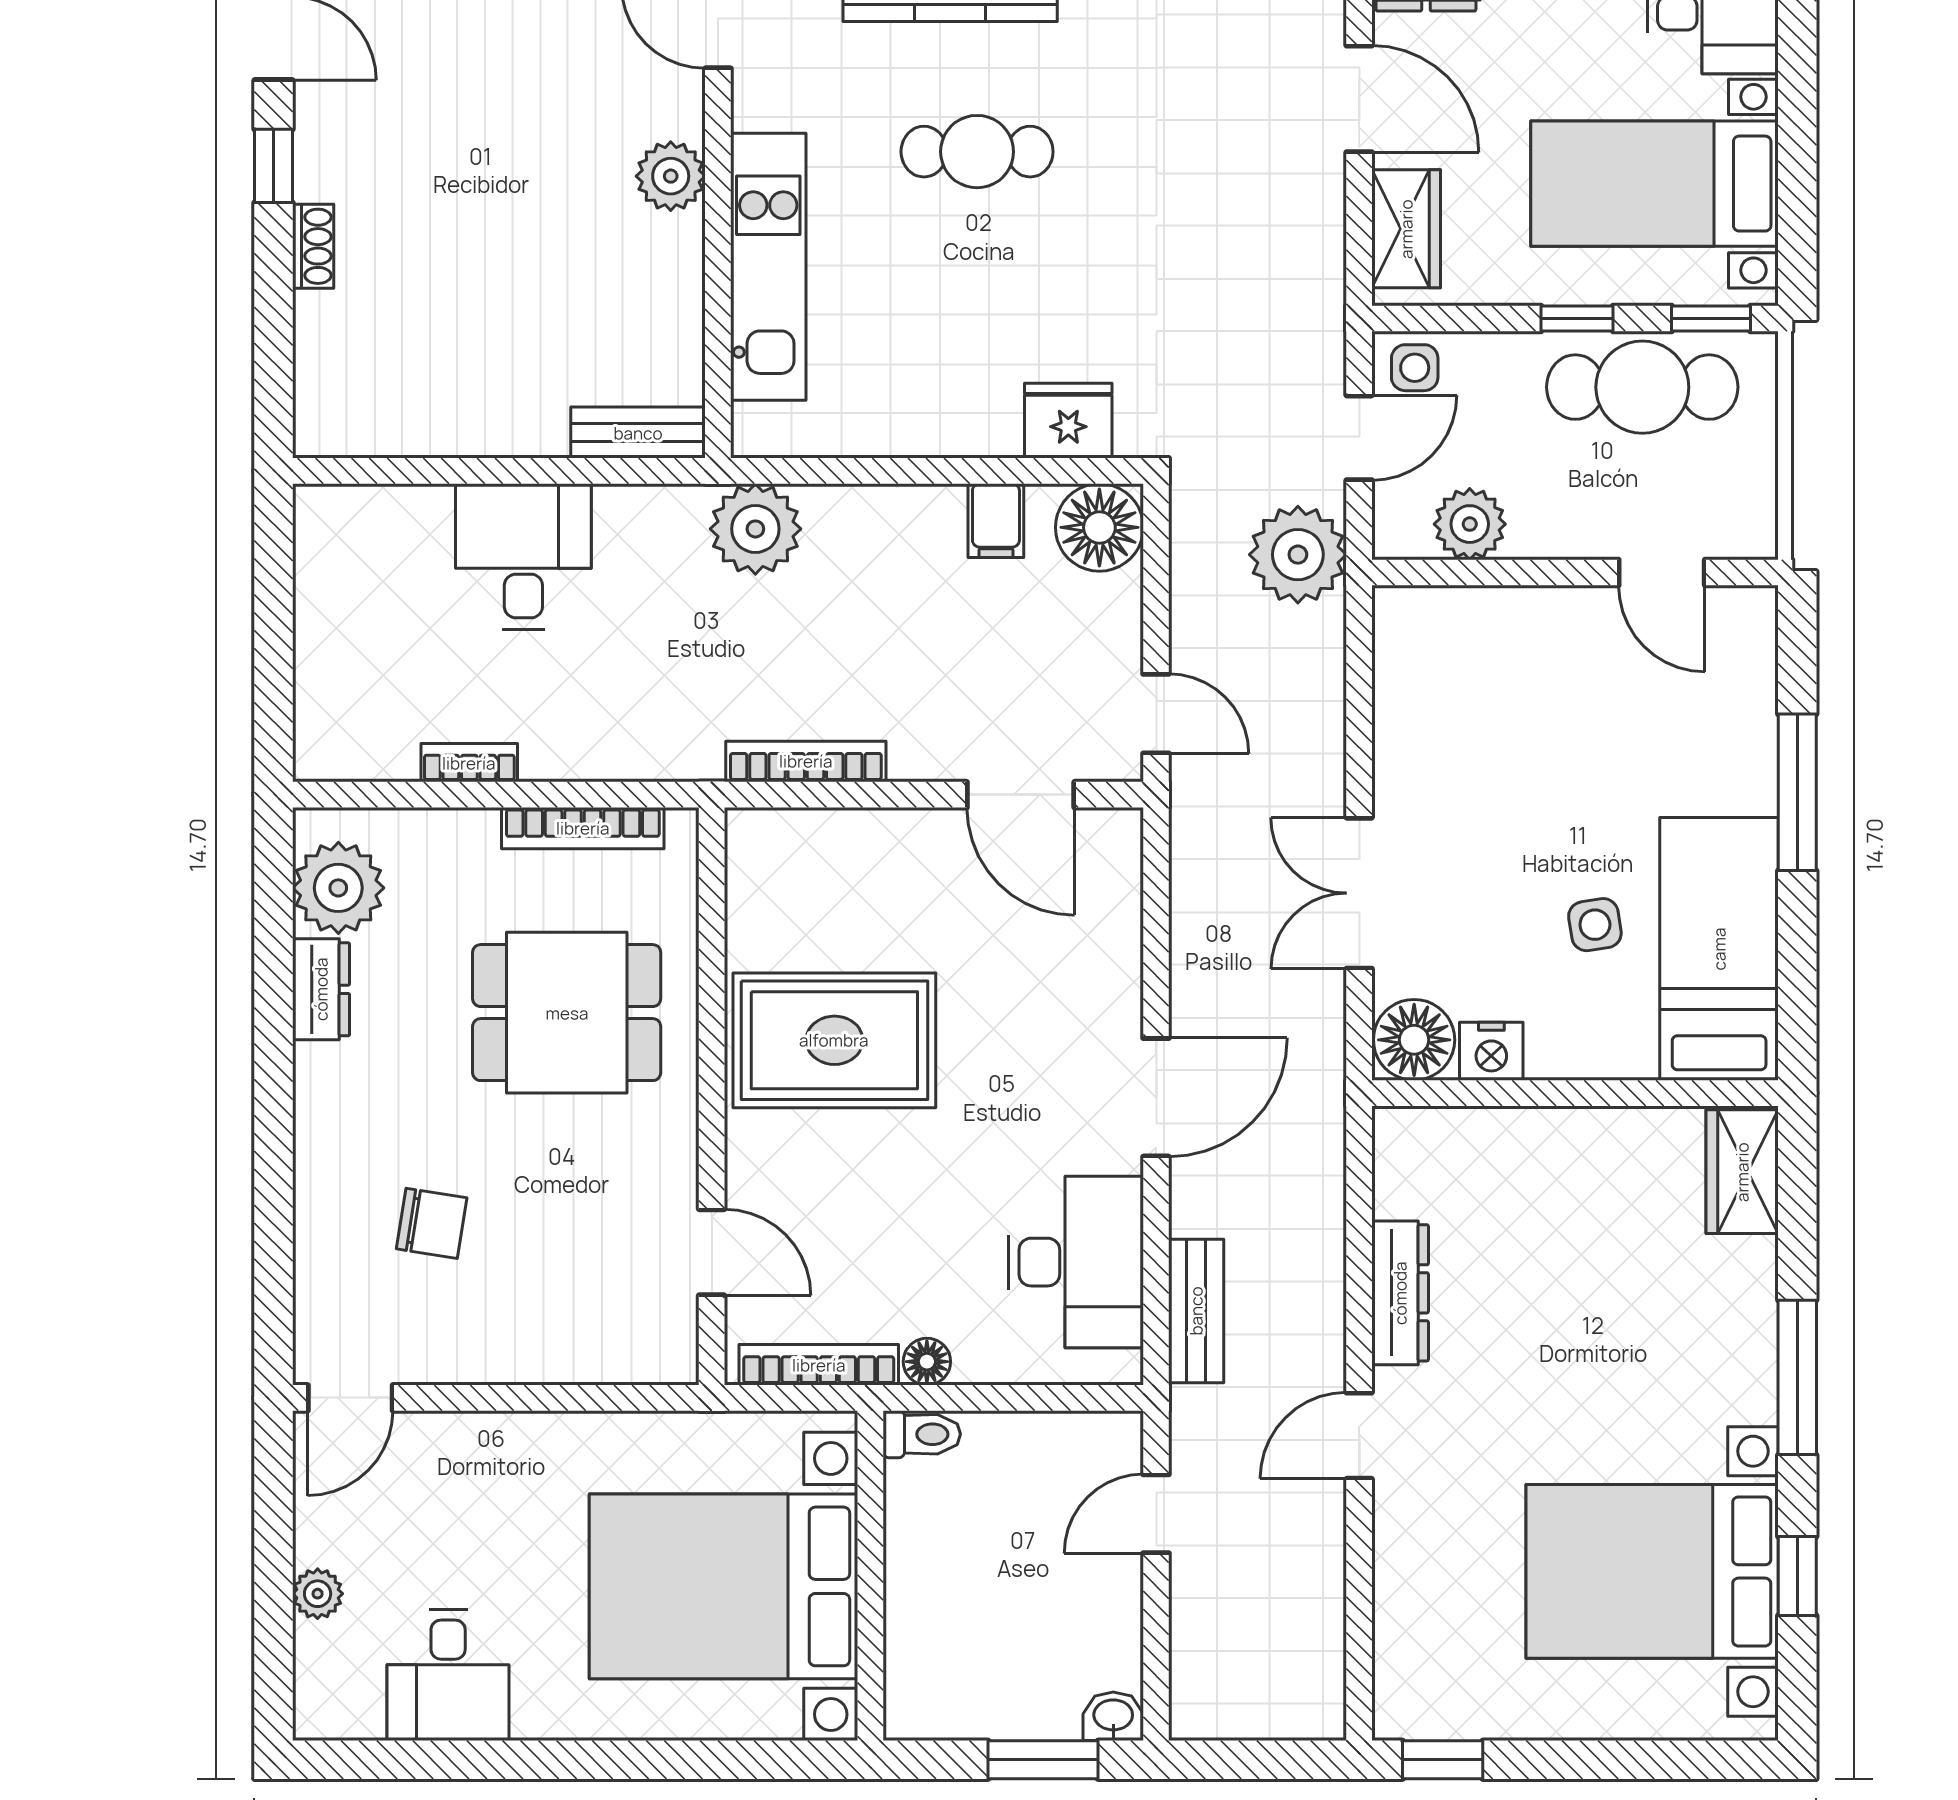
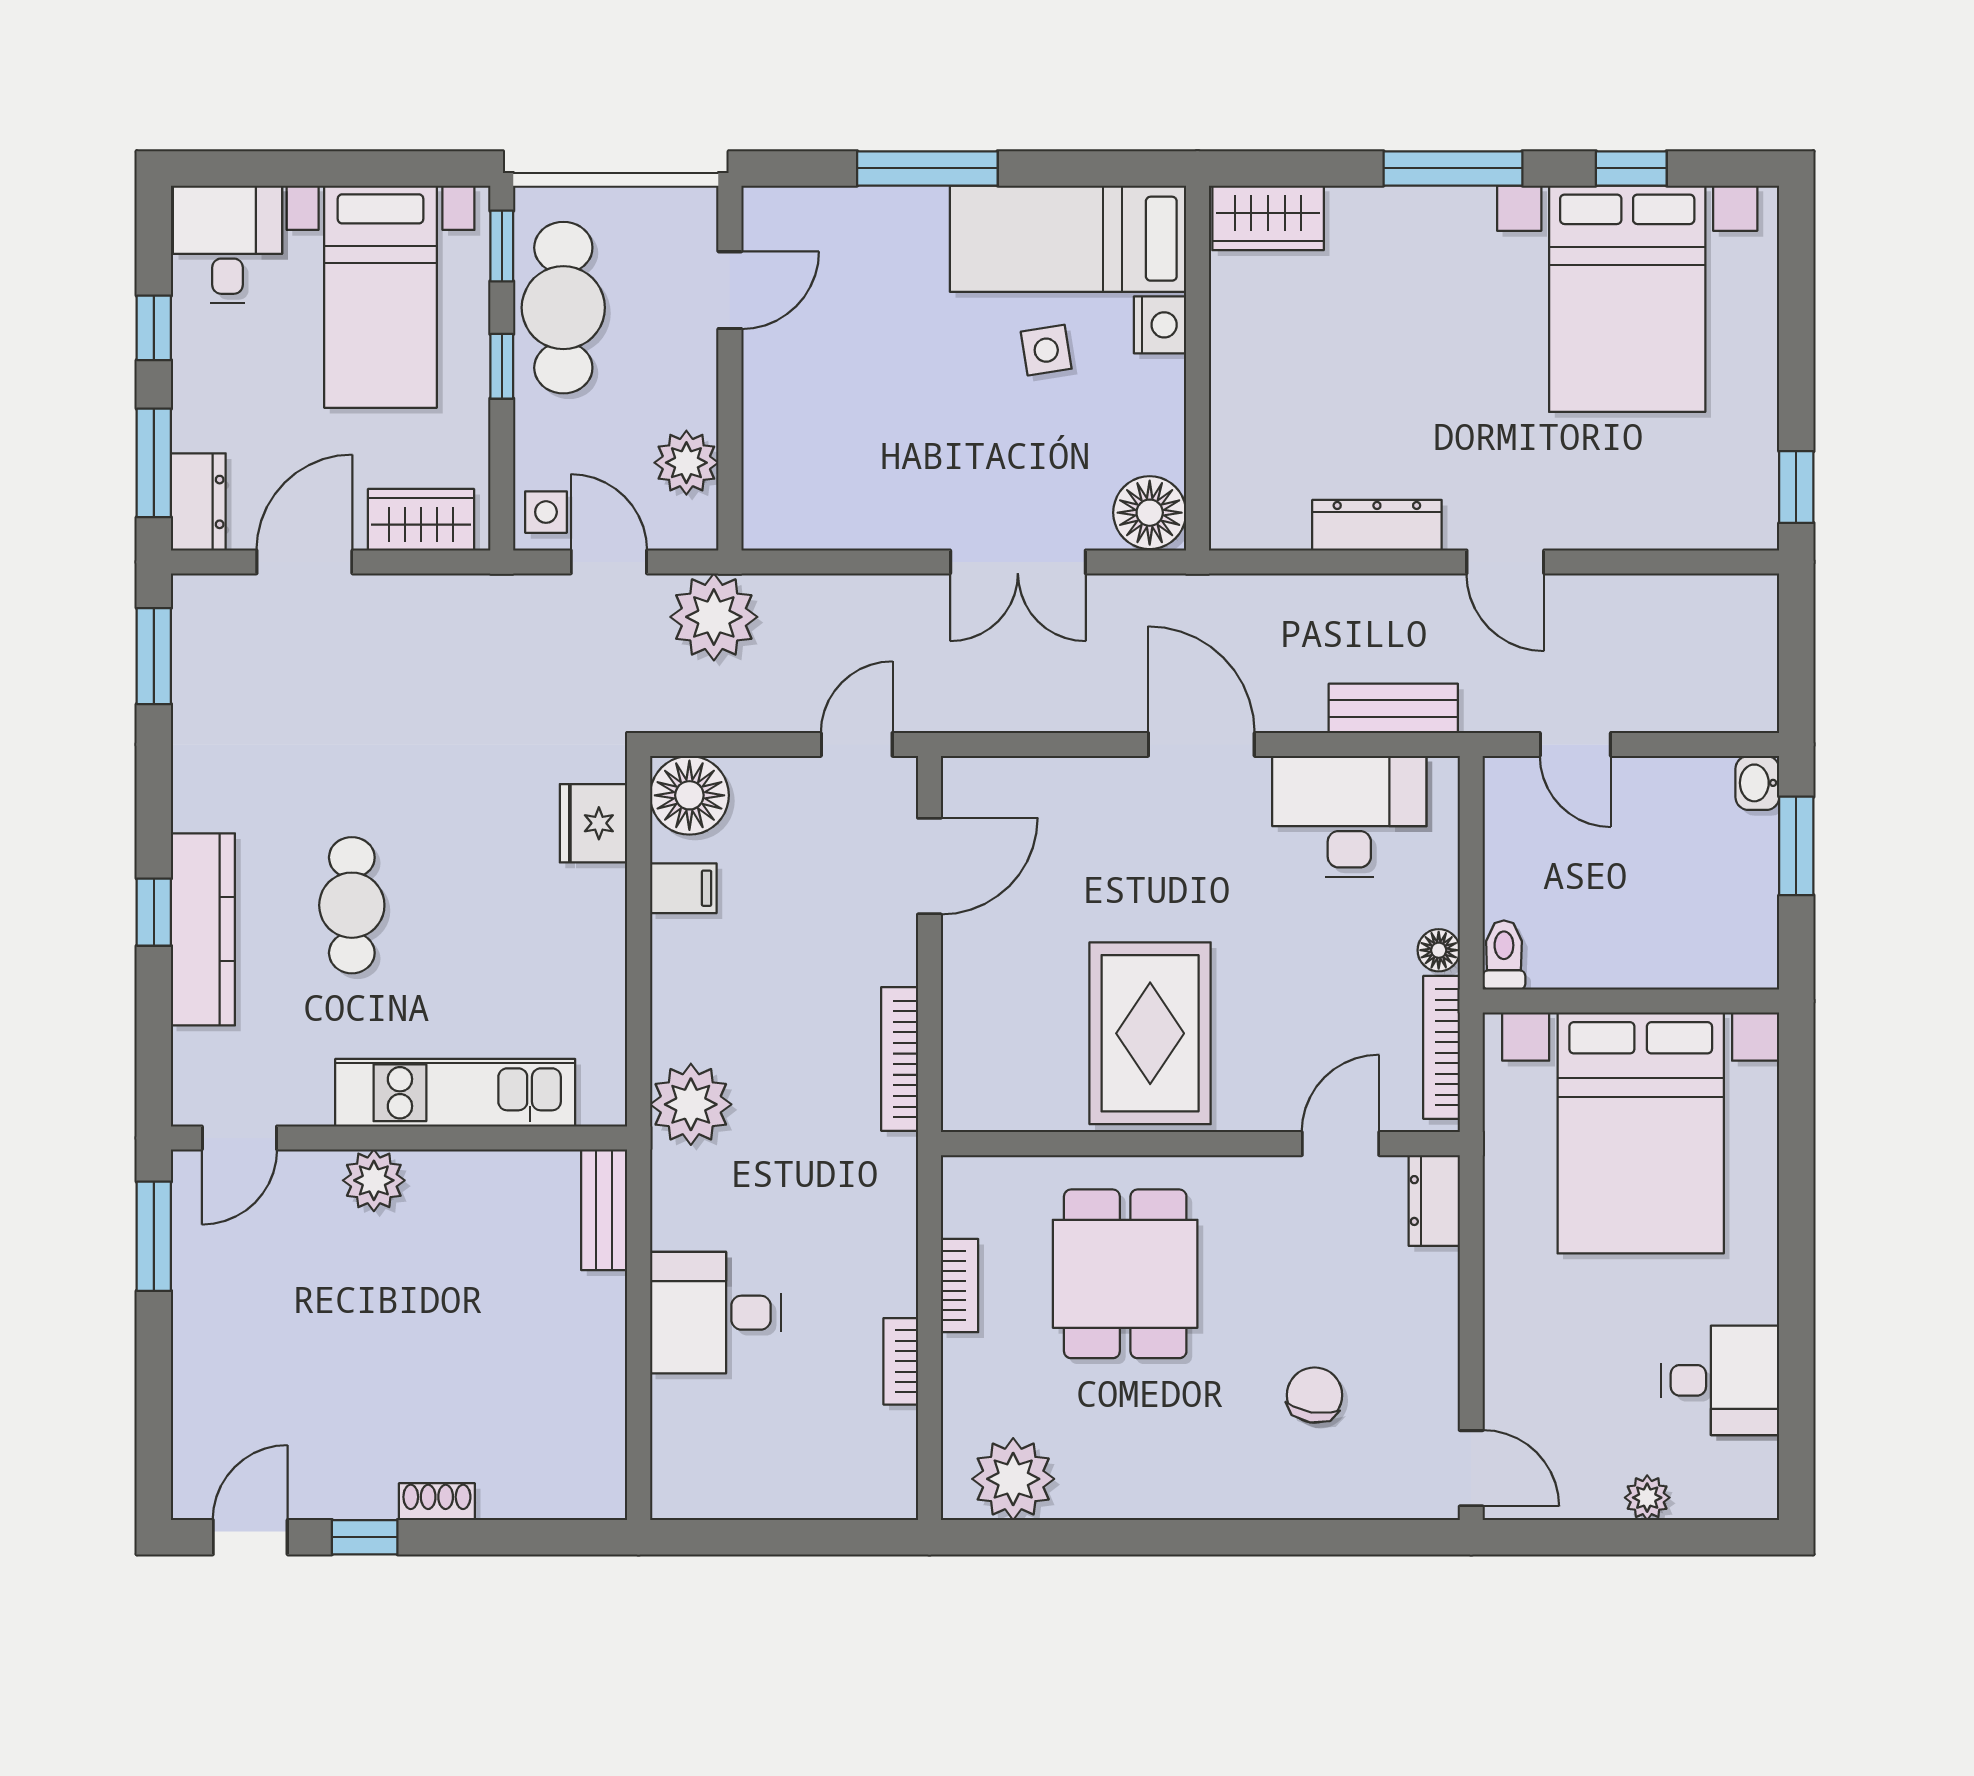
bookcase: (583, 828) -> (960, 1286), width x0.64
dresser: (321, 989) -> (1434, 1201), moved, turned -90
nightstand: (1491, 1051) -> (1160, 325), moved

